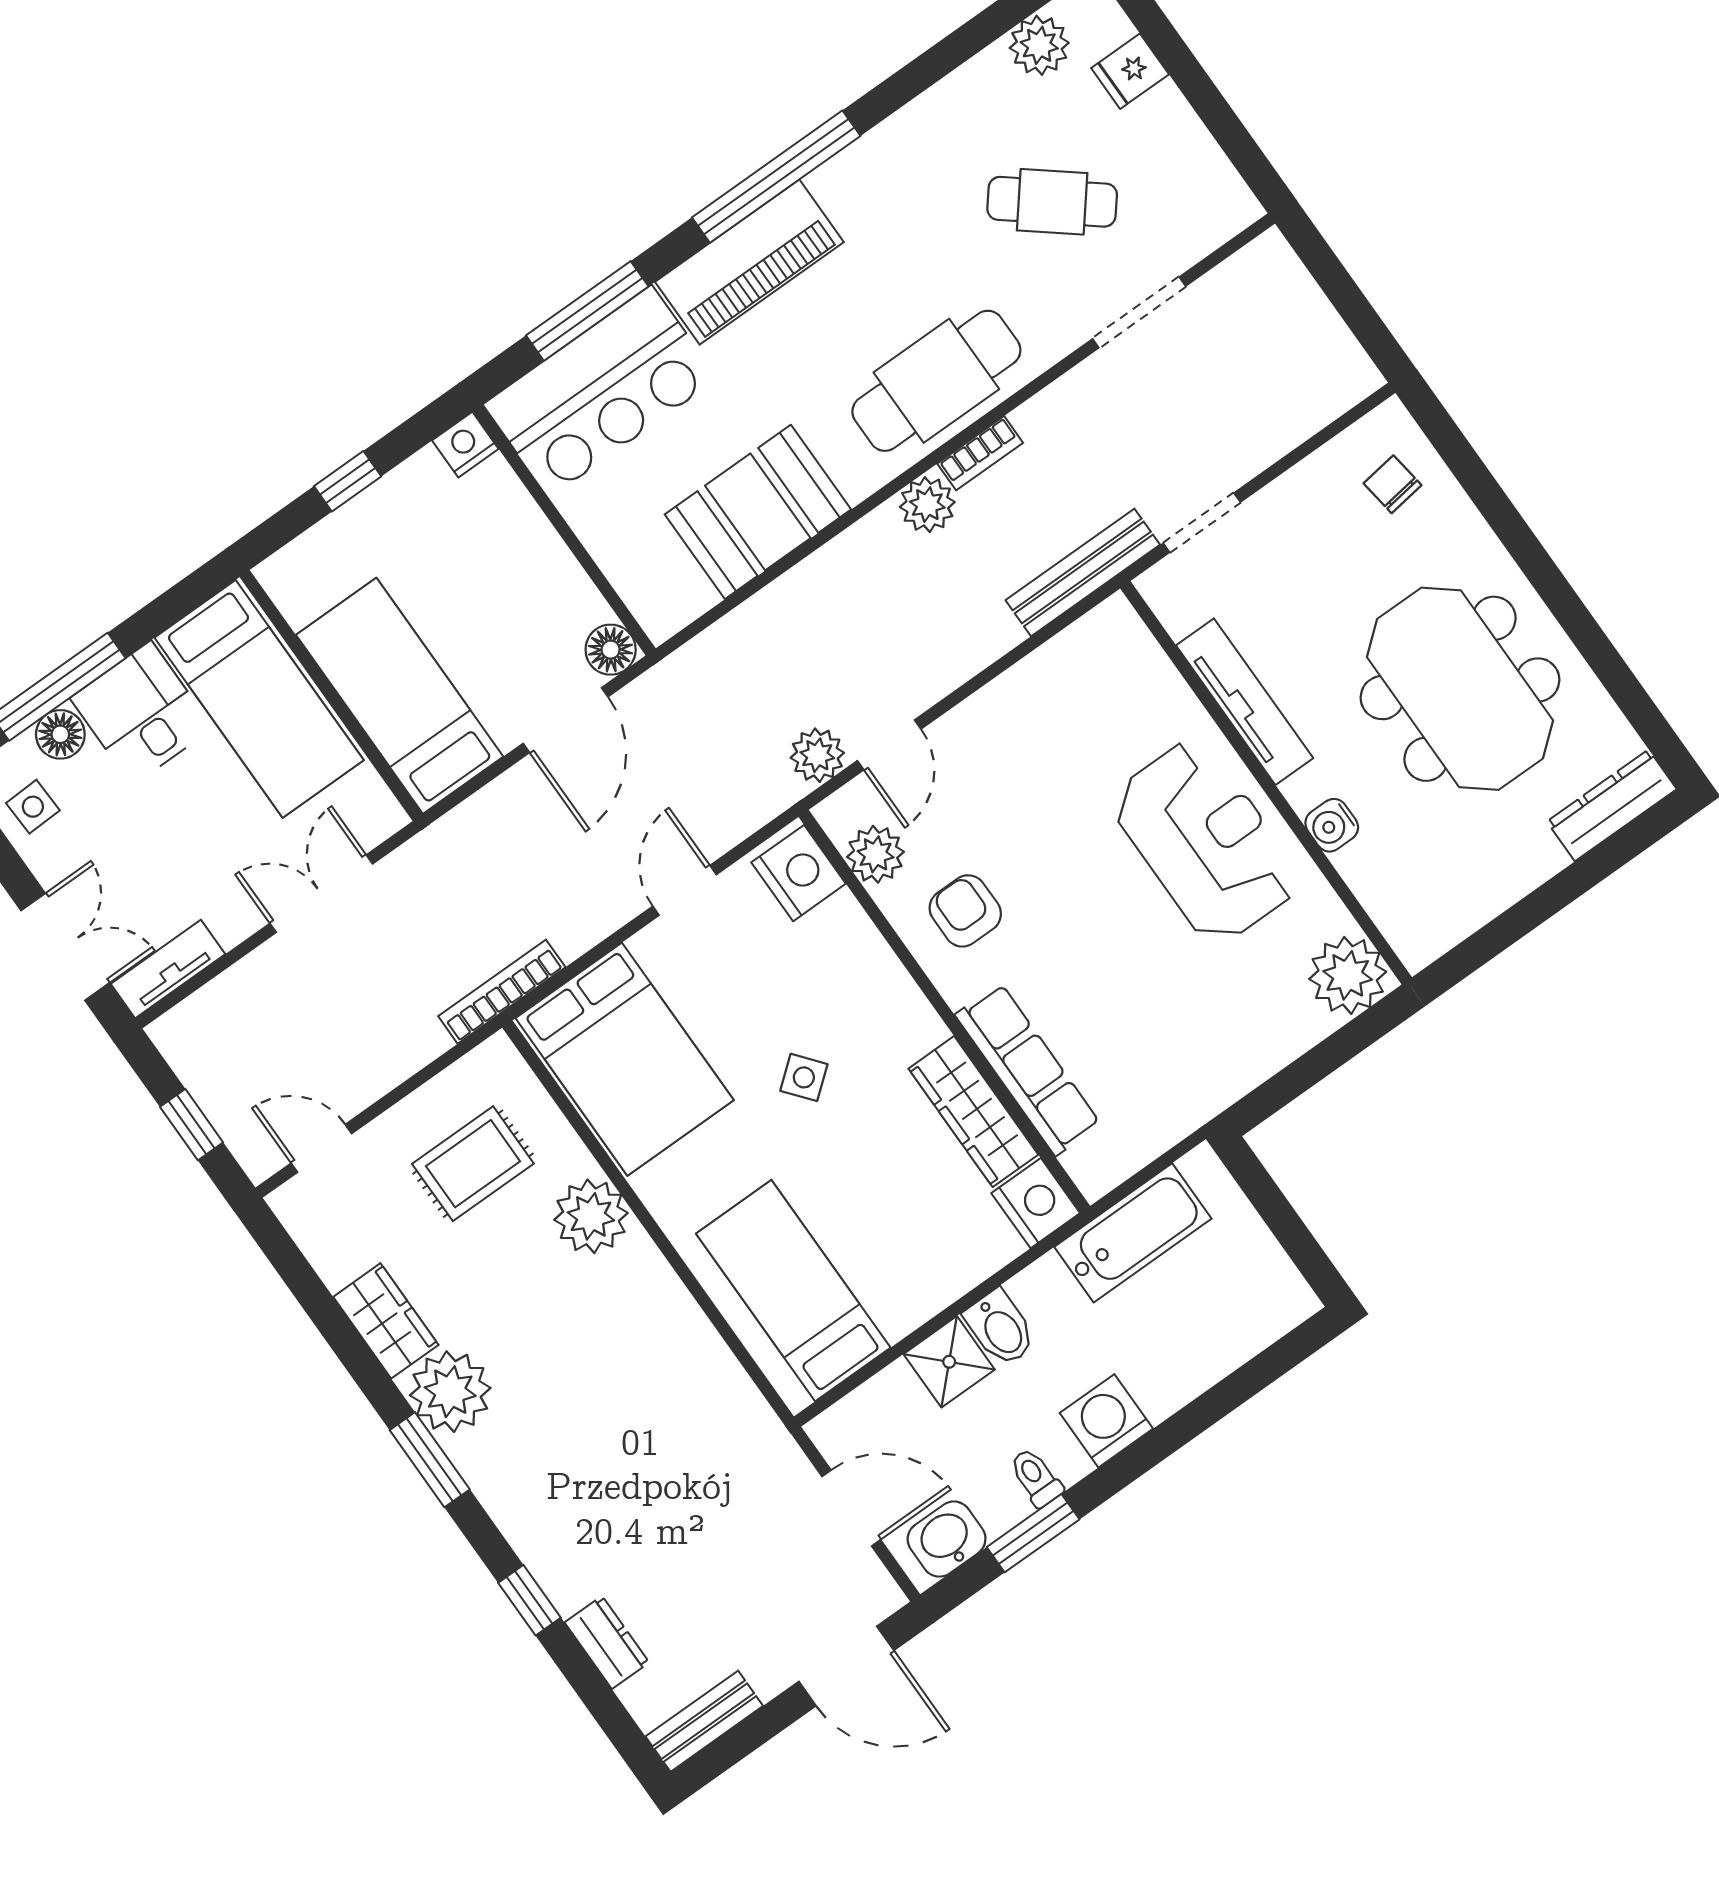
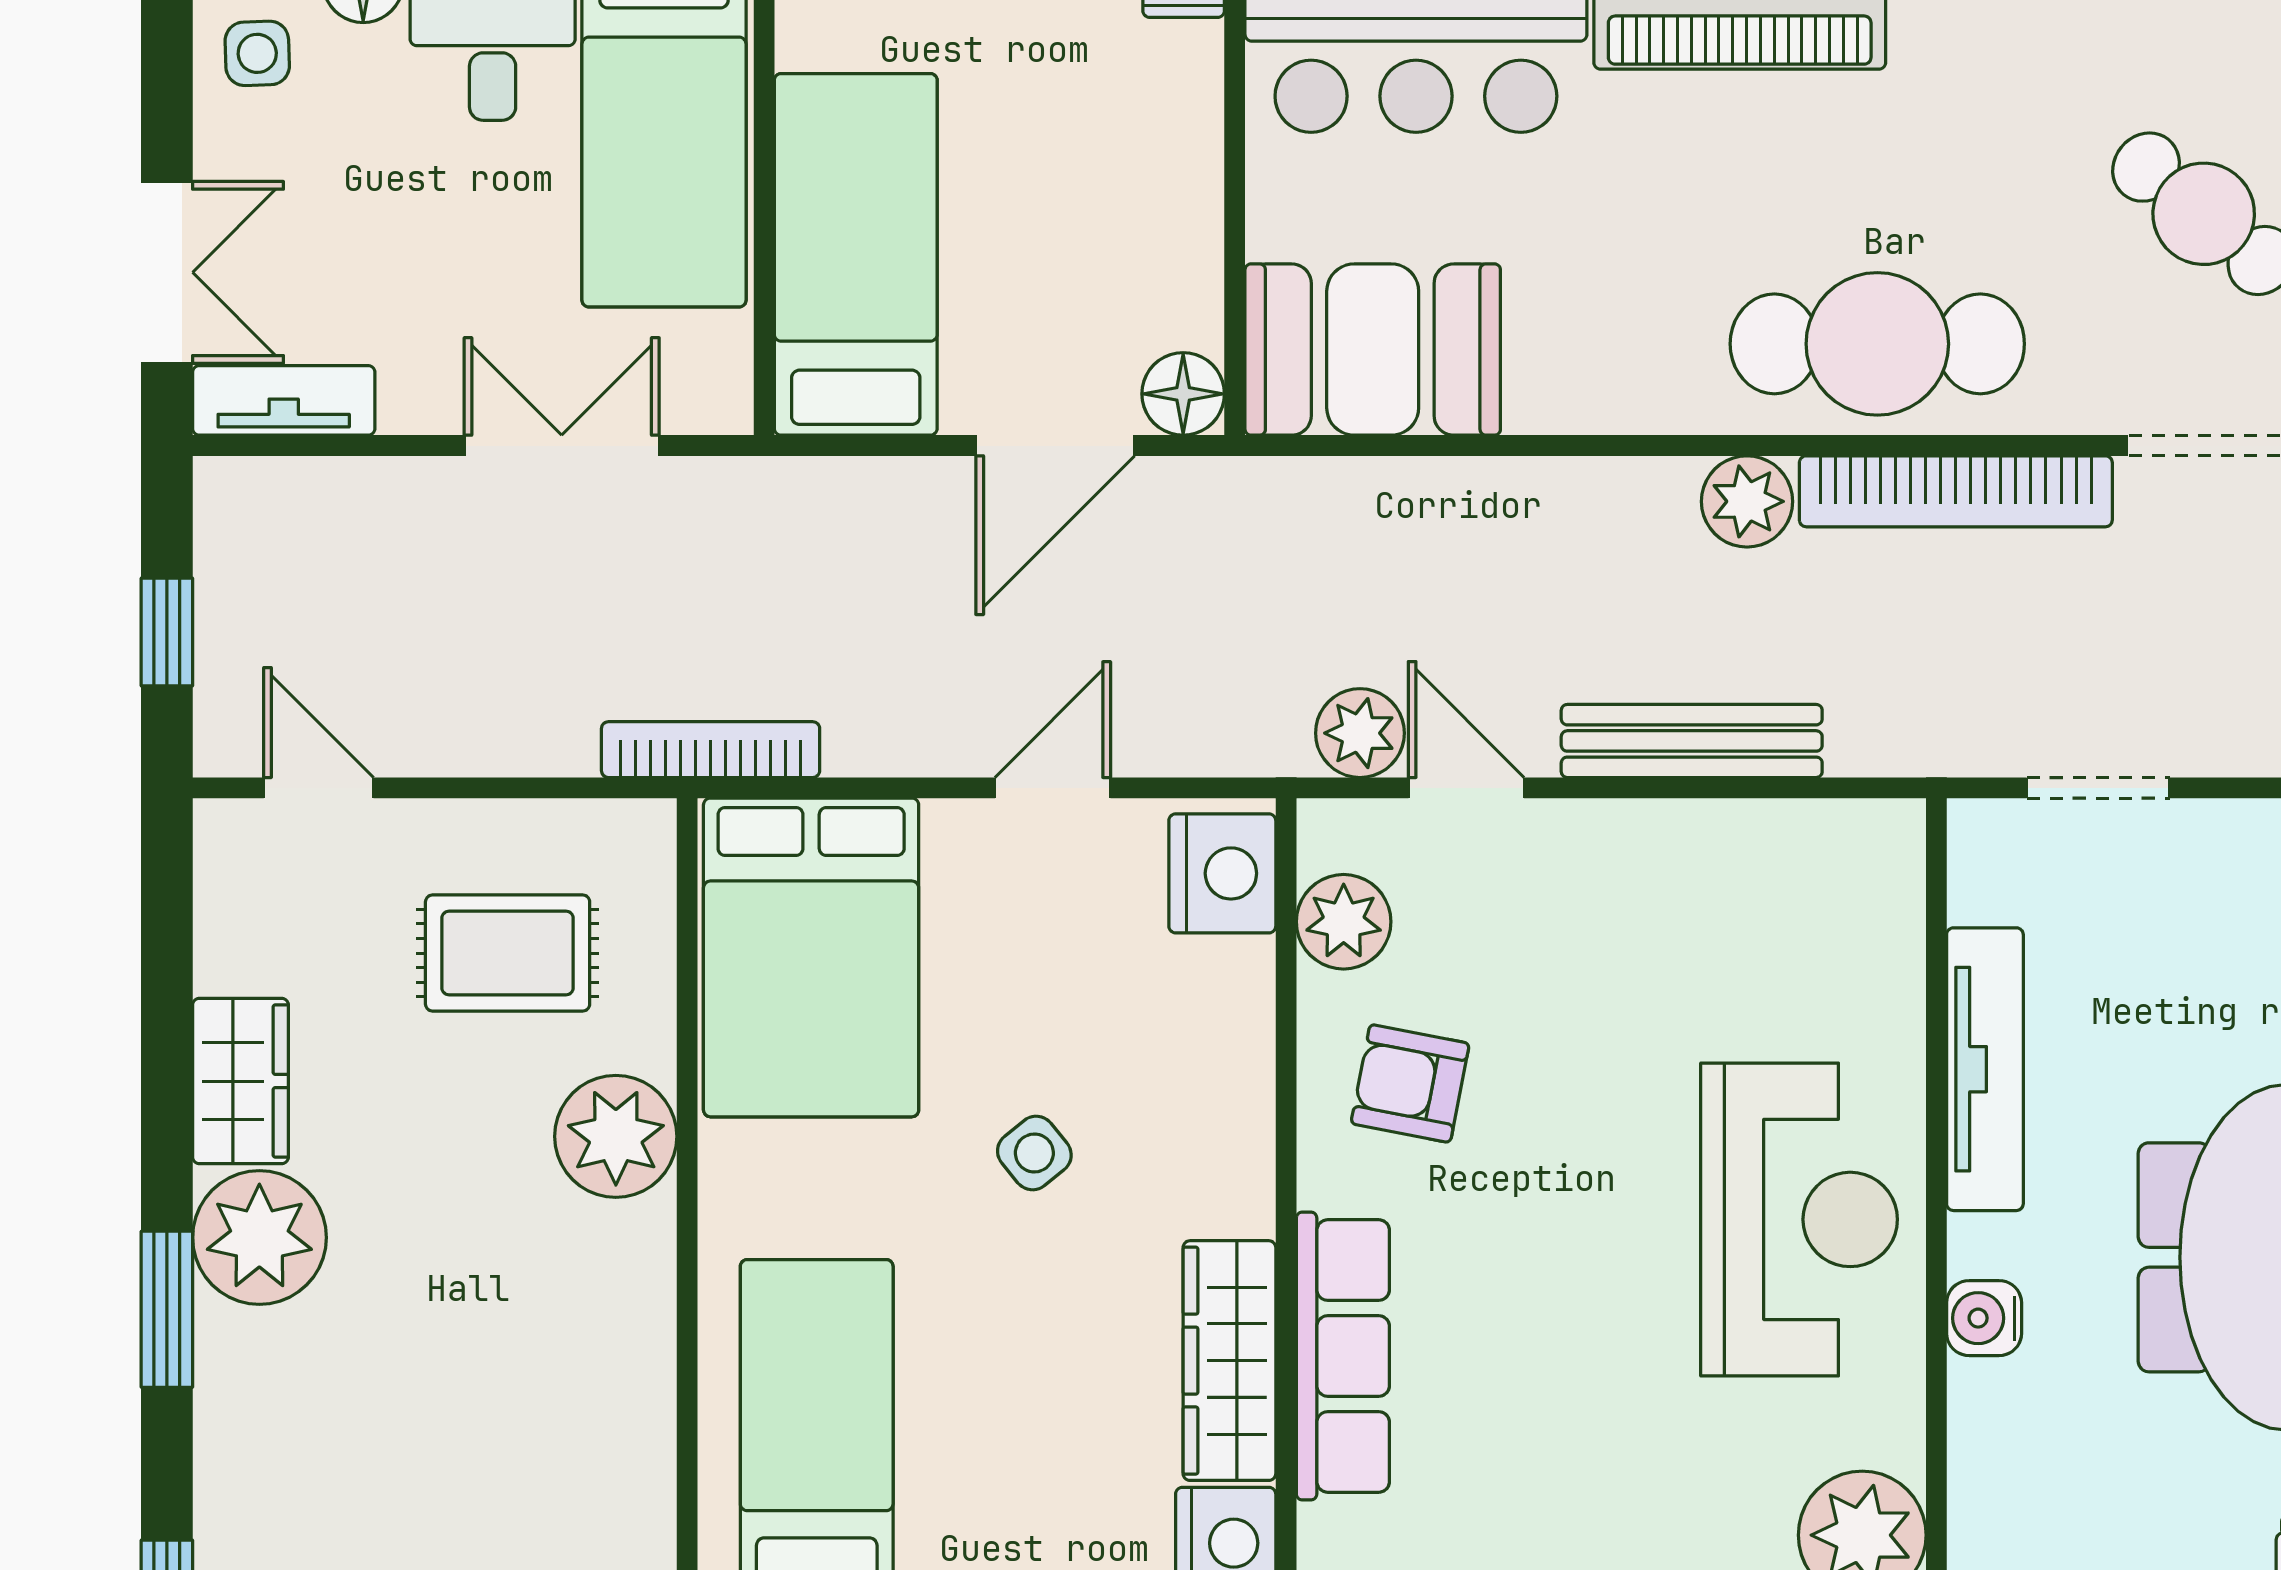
bookcase: (980, 453) -> (1956, 491), width x2.31, depth x1.31
booth: (758, 512) -> (1373, 350), moved
bench: (1083, 572) -> (1692, 741), moved
door: (889, 745) -> (1466, 788), swing flipped
armchair: (965, 911) -> (1410, 1083), turned -79

